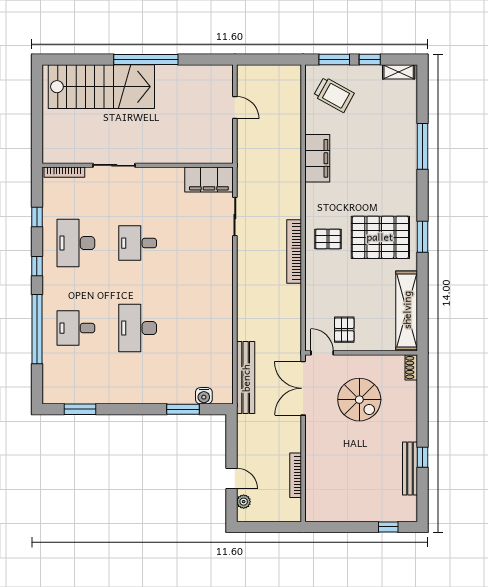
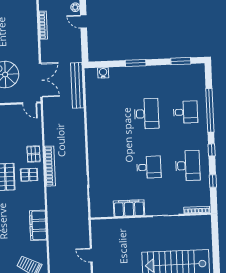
filing cabinet: (209, 180) -> (129, 208), moved
pallet: (344, 330) -> (34, 154), moved
window: (183, 409) -> (136, 63), moved

